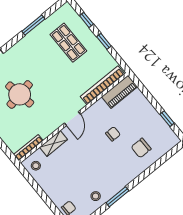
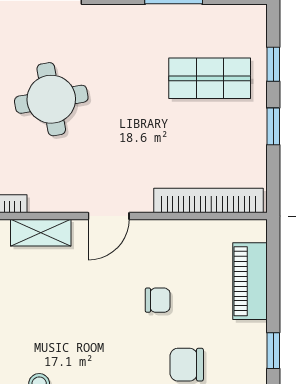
shop shelf: (68, 43) -> (210, 78), turned 90
piano: (119, 92) -> (250, 281), moved, turned 90

